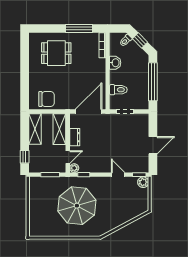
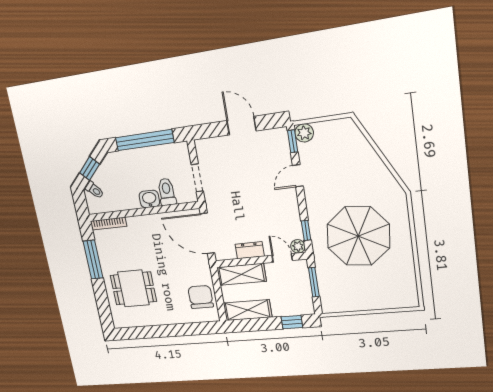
dining table: (56, 53) -> (133, 288), turned 90
washbasin: (115, 63) -> (149, 199), moved

